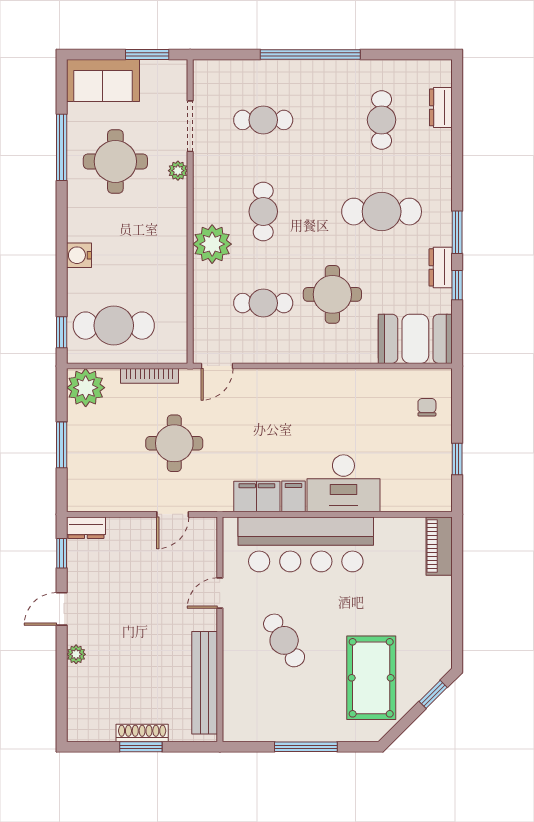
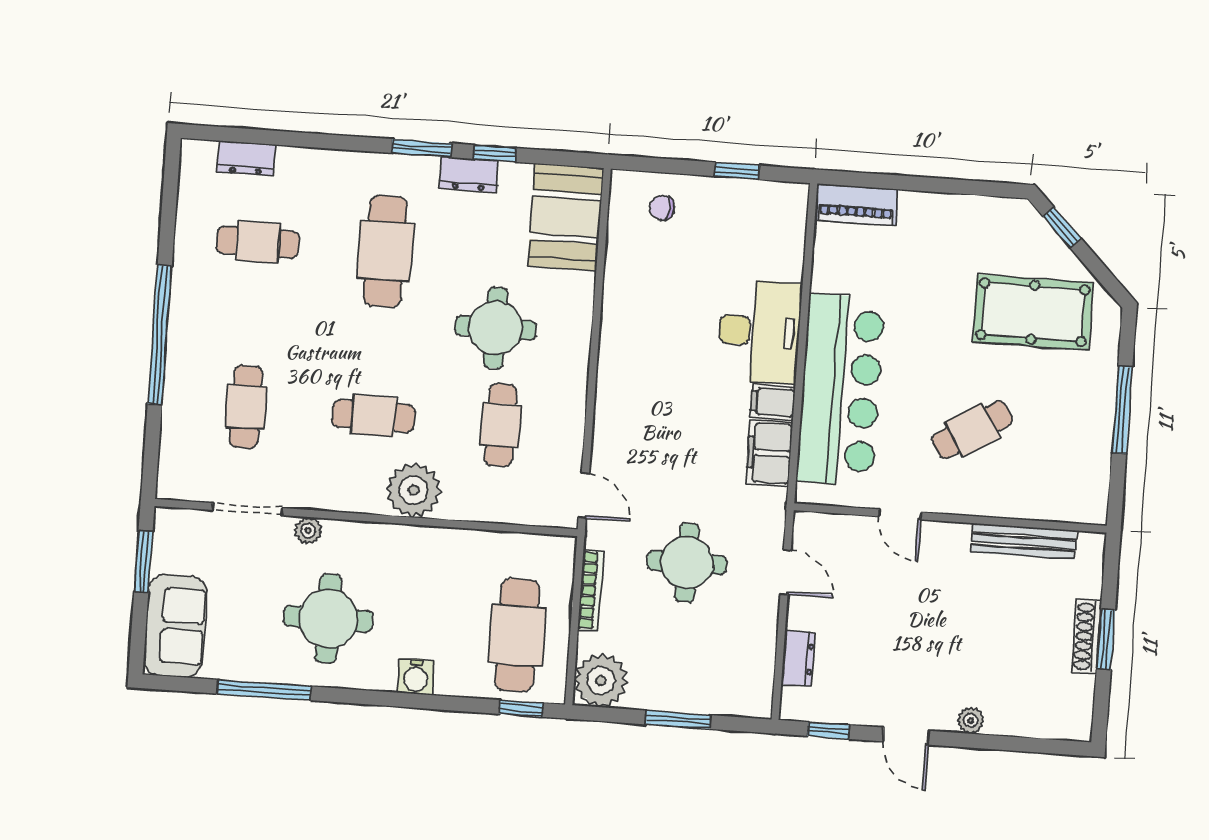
round table: (115, 161) -> (328, 619), moved
dresser: (86, 528) -> (798, 658), moved
bench: (205, 683) -> (1023, 541), width x0.73, depth x0.82

